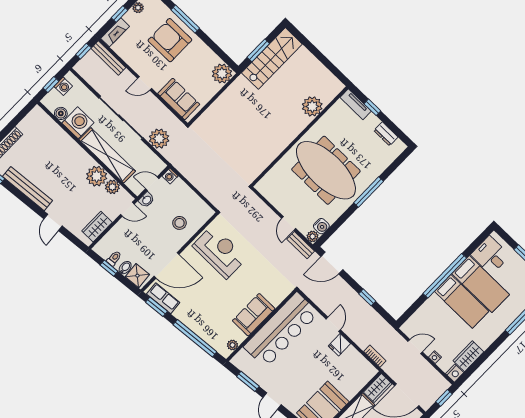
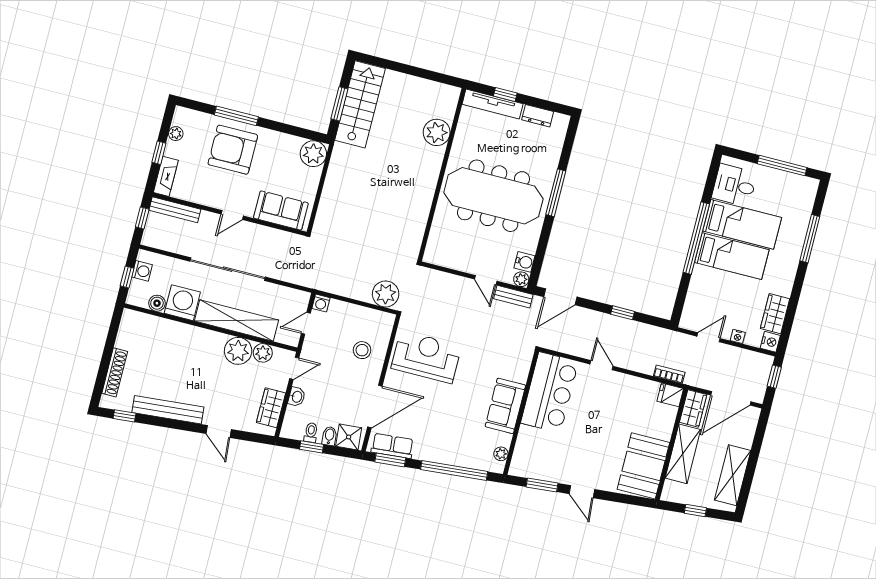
tv unit: (356, 104) -> (493, 104), width x1.41
plant: (159, 139) -> (386, 294), moved
washbasin: (146, 200) -> (297, 397), moved
bar counter: (281, 330) -> (550, 392), width x0.73
fridge: (339, 345) -> (670, 395), moved, turned 90

